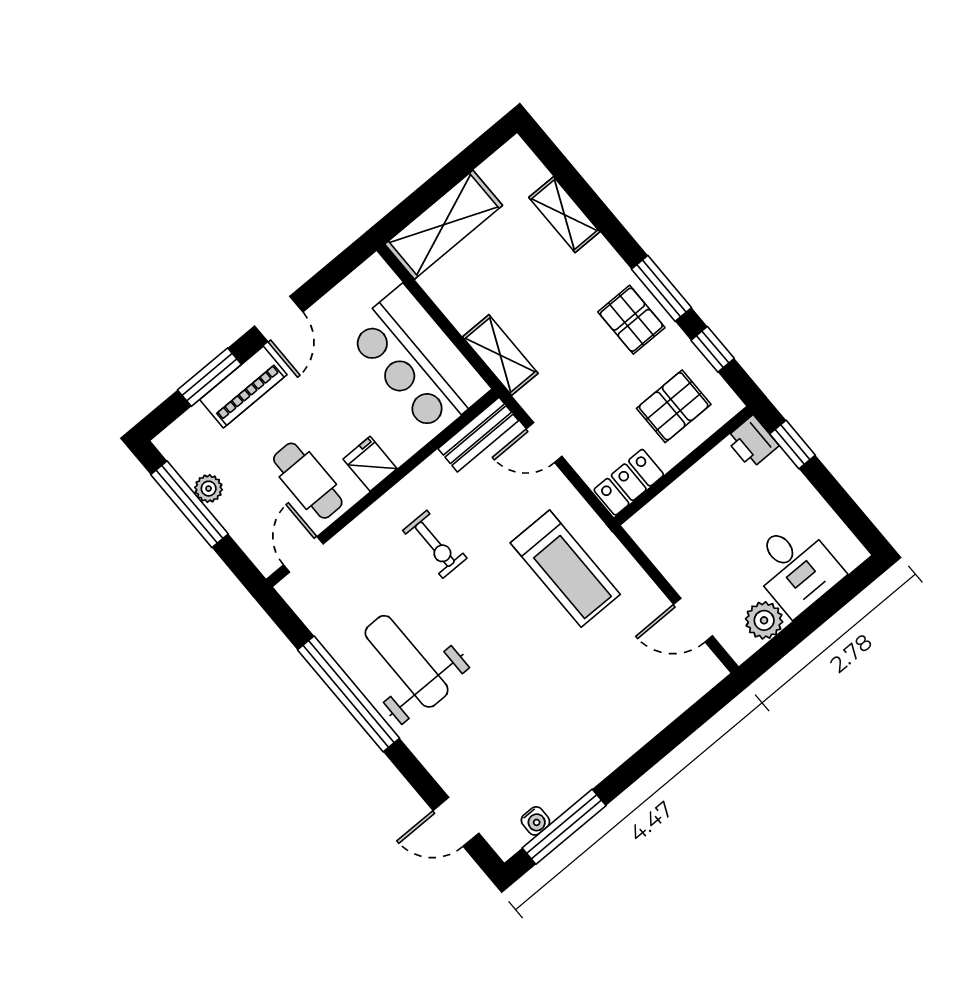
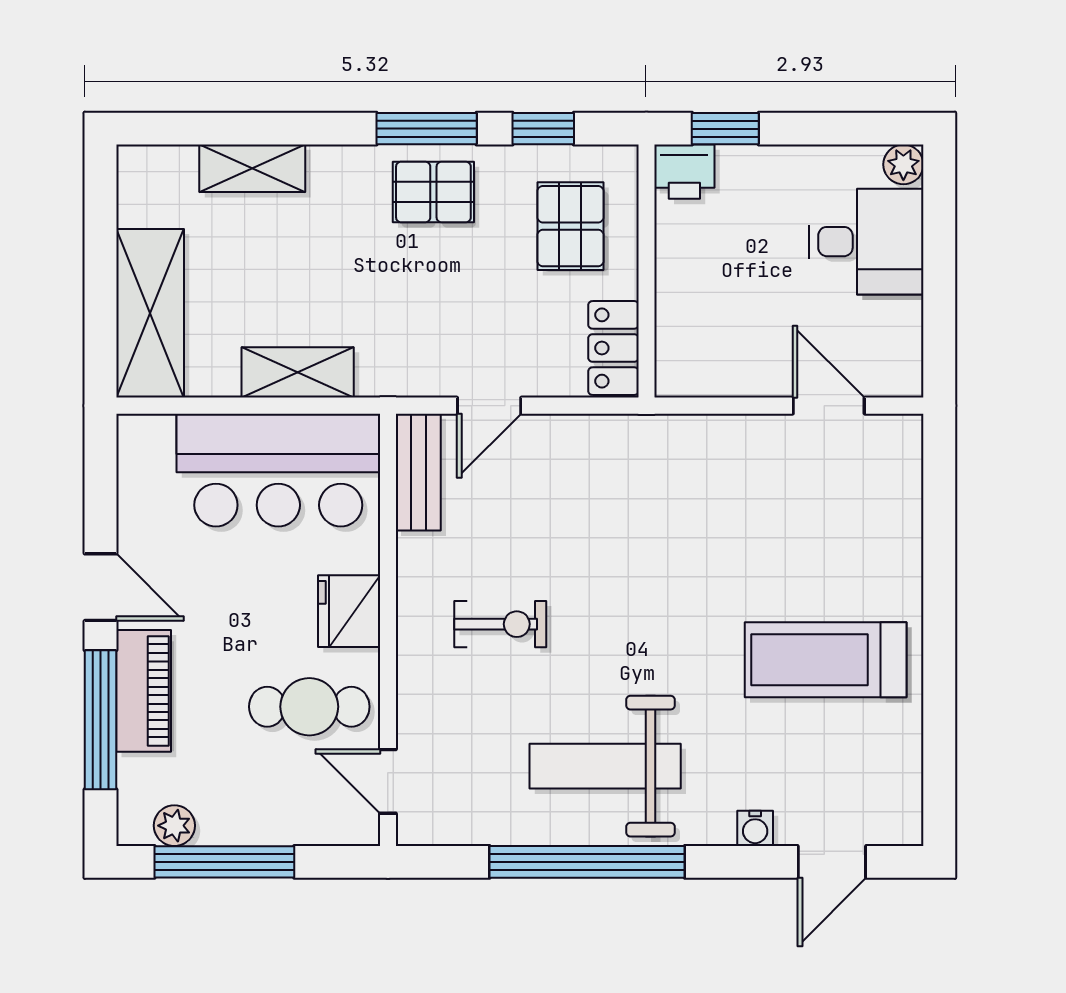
shelving: (500, 355) -> (298, 372), moved
window: (209, 377) -> (100, 720), width x1.44
fridge: (370, 464) -> (349, 611), width x1.38
plant: (209, 489) -> (174, 826), moved
treadmill: (565, 569) -> (826, 660), moved, turned 180
door: (693, 620) -> (829, 406), swing flipped
plant: (764, 620) -> (903, 164), moved, width x0.73, depth x0.73
water cooler: (535, 821) -> (755, 828), moved, turned 90
window: (564, 827) -> (939, 745), removed

